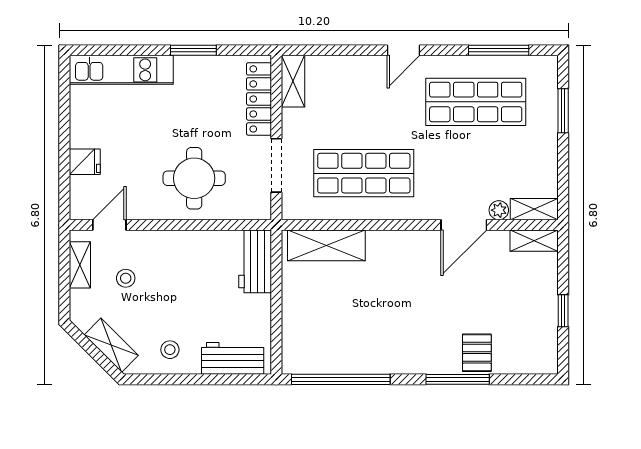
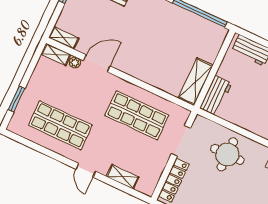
door: (403, 50) -> (86, 170), swing flipped
window: (499, 50) -> (36, 147), removed
shelving: (293, 81) -> (123, 177), moved, turned 90
shelving: (326, 245) -> (196, 82), moved, turned 90

